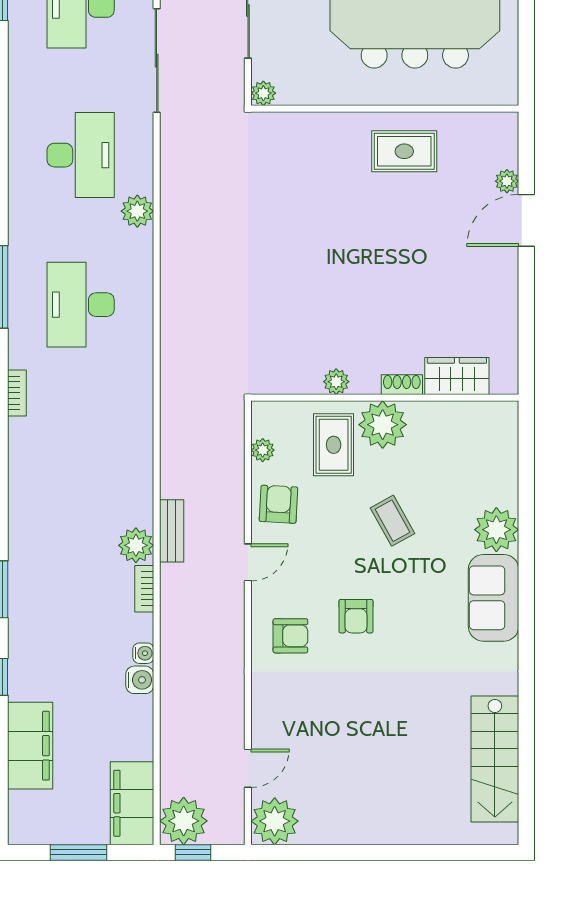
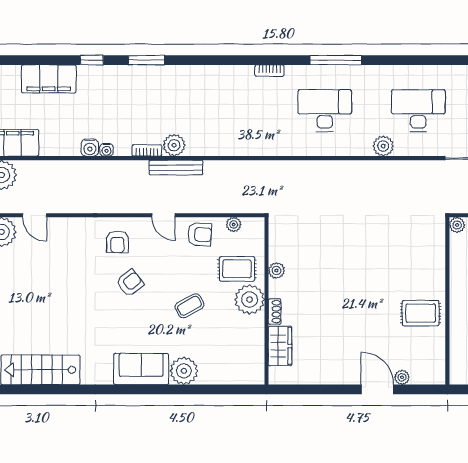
rug: (404, 151) -> (421, 313), turned 90
desk: (81, 155) -> (418, 111), turned 180
bench: (172, 531) -> (176, 168), width x1.36
armchair: (356, 616) -> (130, 283), turned 143

